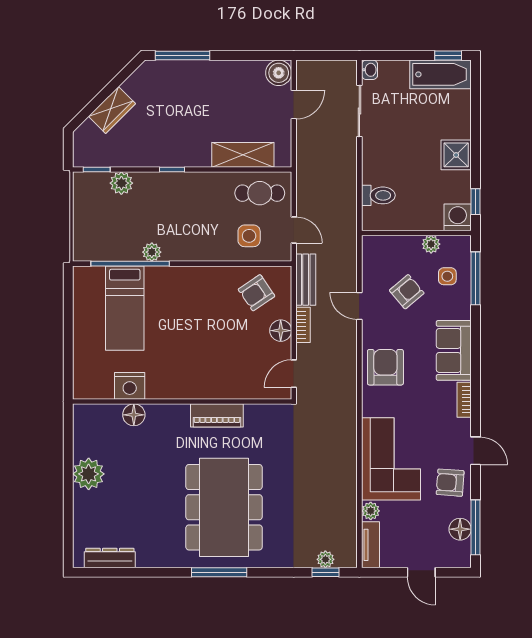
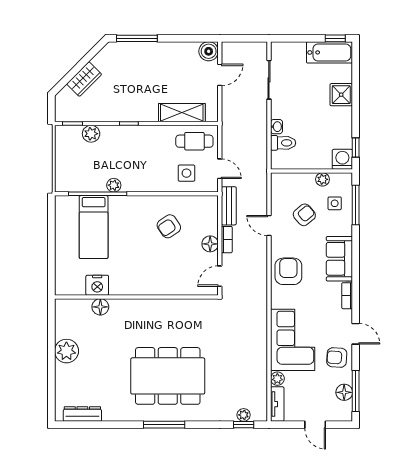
washbasin: (370, 70) -> (277, 127), moved
shower: (456, 155) -> (341, 95), moved
armchair: (257, 293) -> (169, 226), moved
piano: (217, 415) -> (162, 307), removed
dining table: (224, 507) -> (168, 376), turned 90

